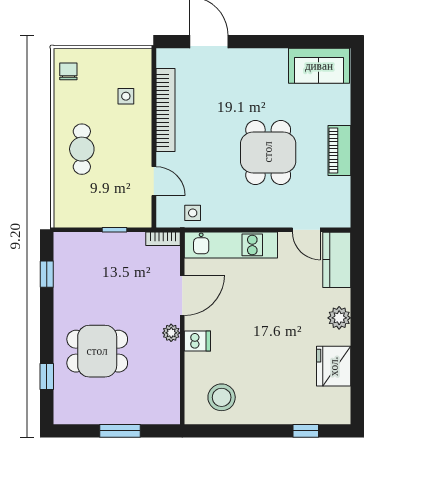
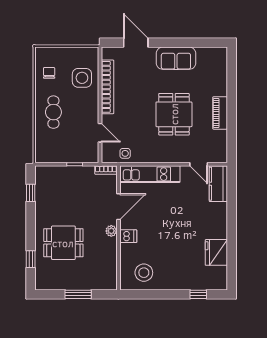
sofa: (319, 66) -> (176, 58), moved
chair: (68, 71) -> (49, 73), moved
side table: (126, 96) -> (82, 78), width x1.87, depth x1.87
plant: (339, 318) -> (220, 221), removed

